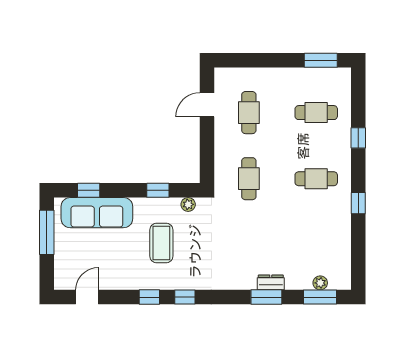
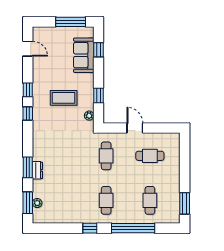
door: (207, 105) -> (135, 128), moved
window: (358, 138) -> (133, 228), width x3.17
cafe table: (249, 179) -> (106, 156), turned 90
sofa: (97, 213) -> (84, 55), width x0.73

